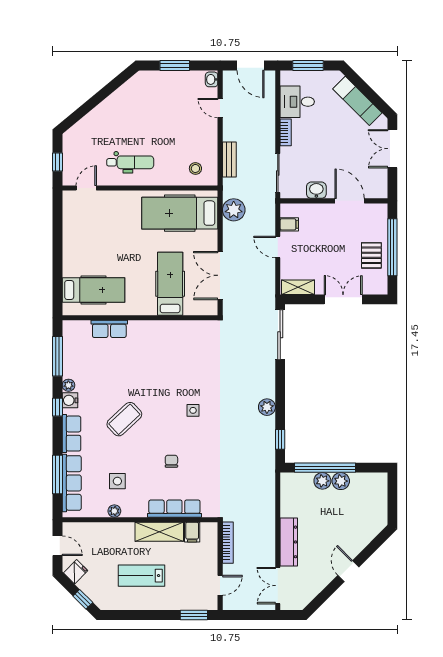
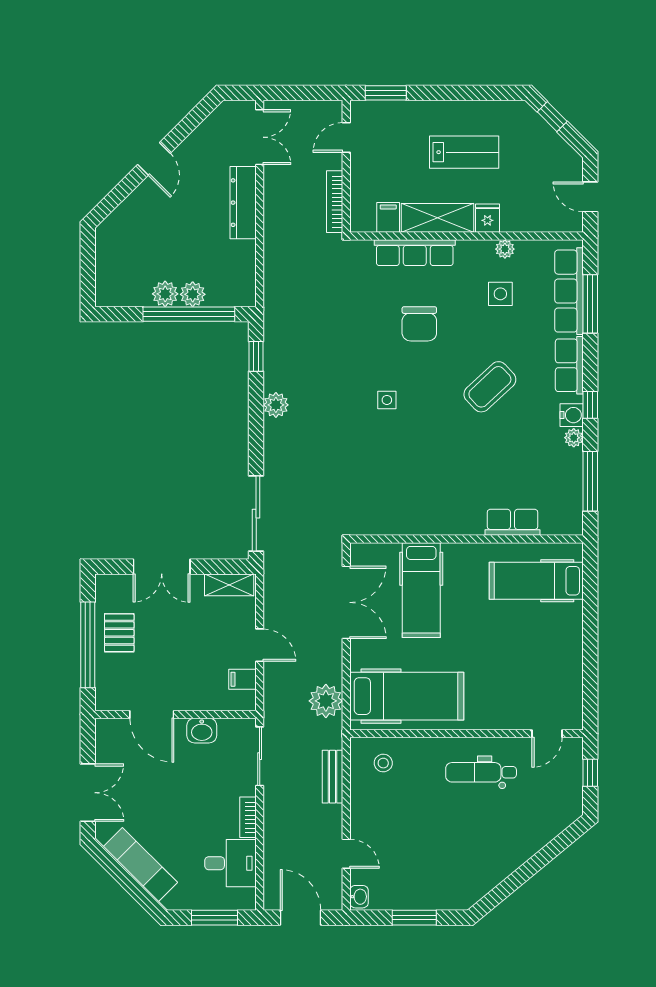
chair: (171, 461) -> (419, 324), width x1.87, depth x1.87
fridge: (76, 572) -> (487, 218), moved, turned 135

